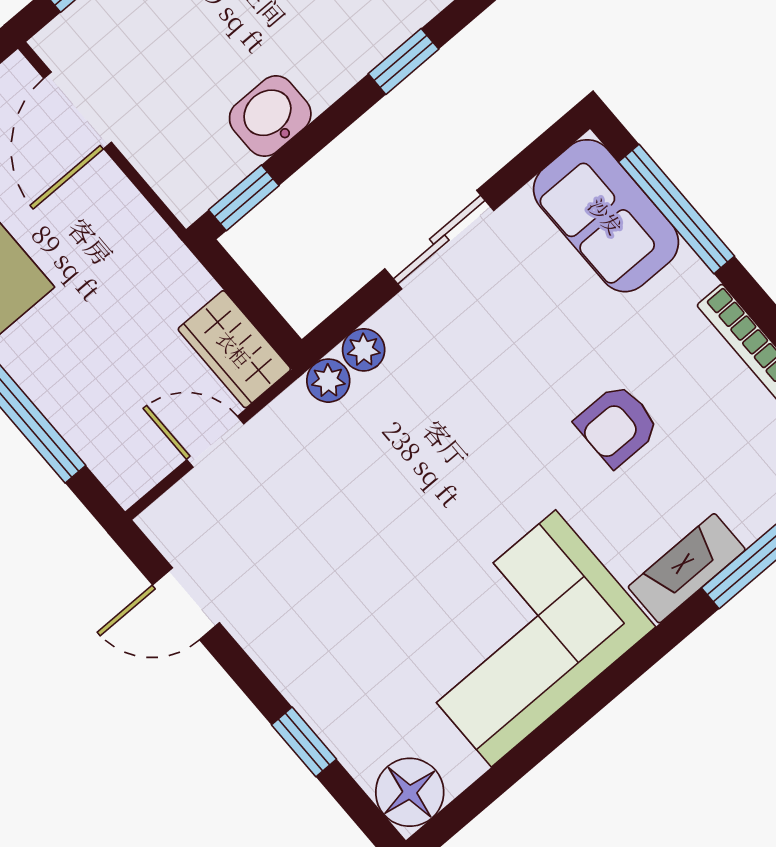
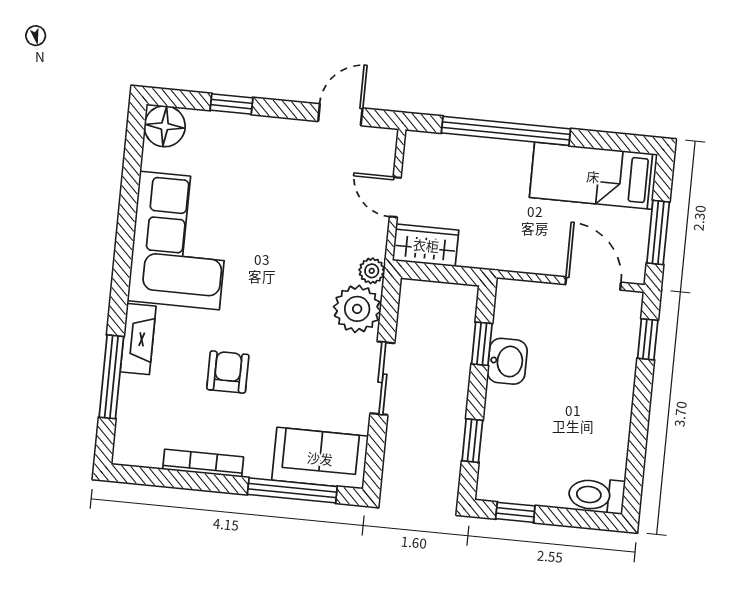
window: (244, 198) -> (482, 344), moved
plant: (364, 350) -> (357, 309), width x1.88, depth x1.88
door: (215, 442) -> (395, 197), swing flipped

